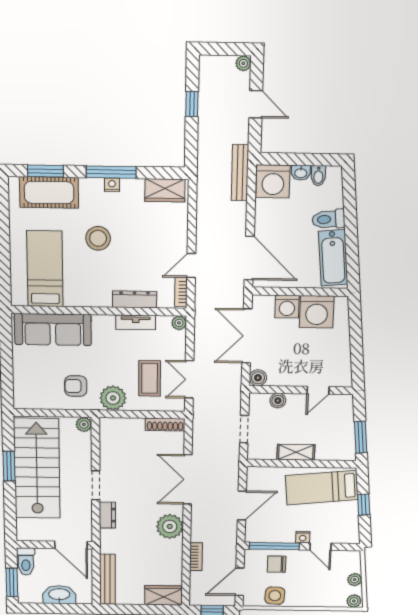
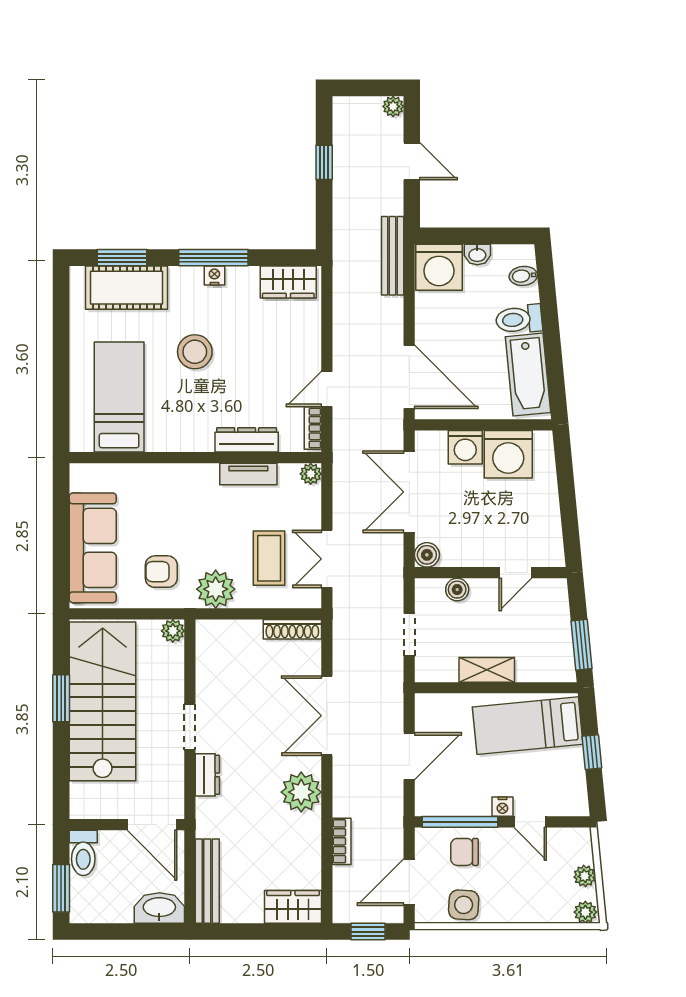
bidet: (318, 176) -> (523, 276), moved, turned 84
sofa: (53, 330) -> (93, 548), moved, turned -90
washbasin: (59, 595) -> (159, 908), moved

